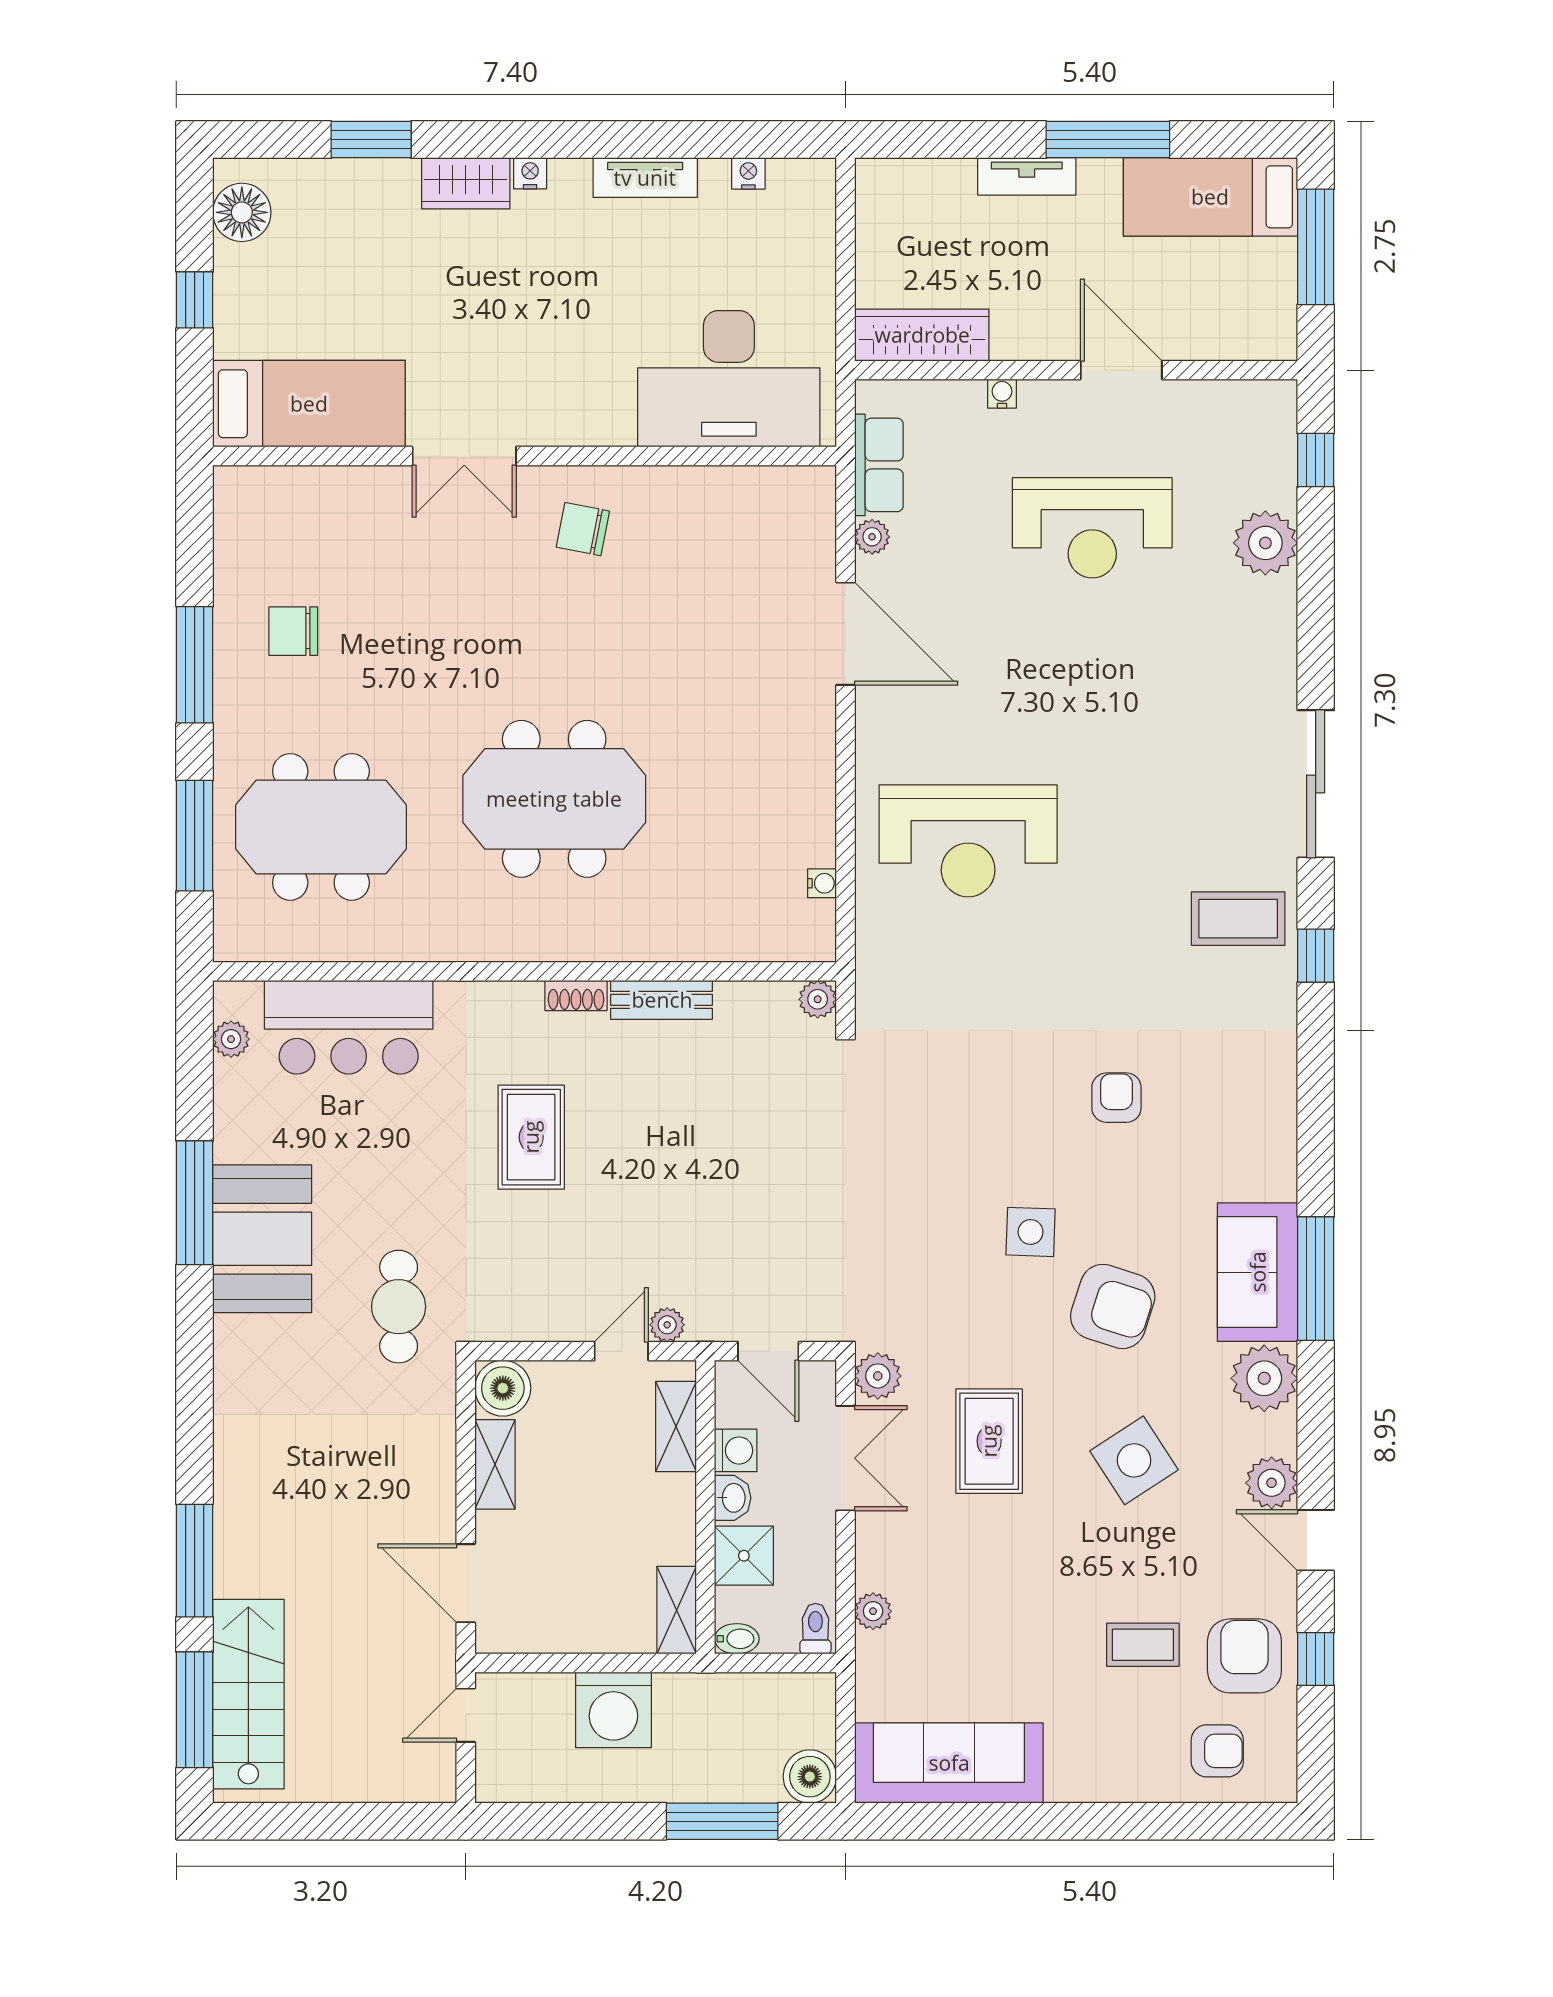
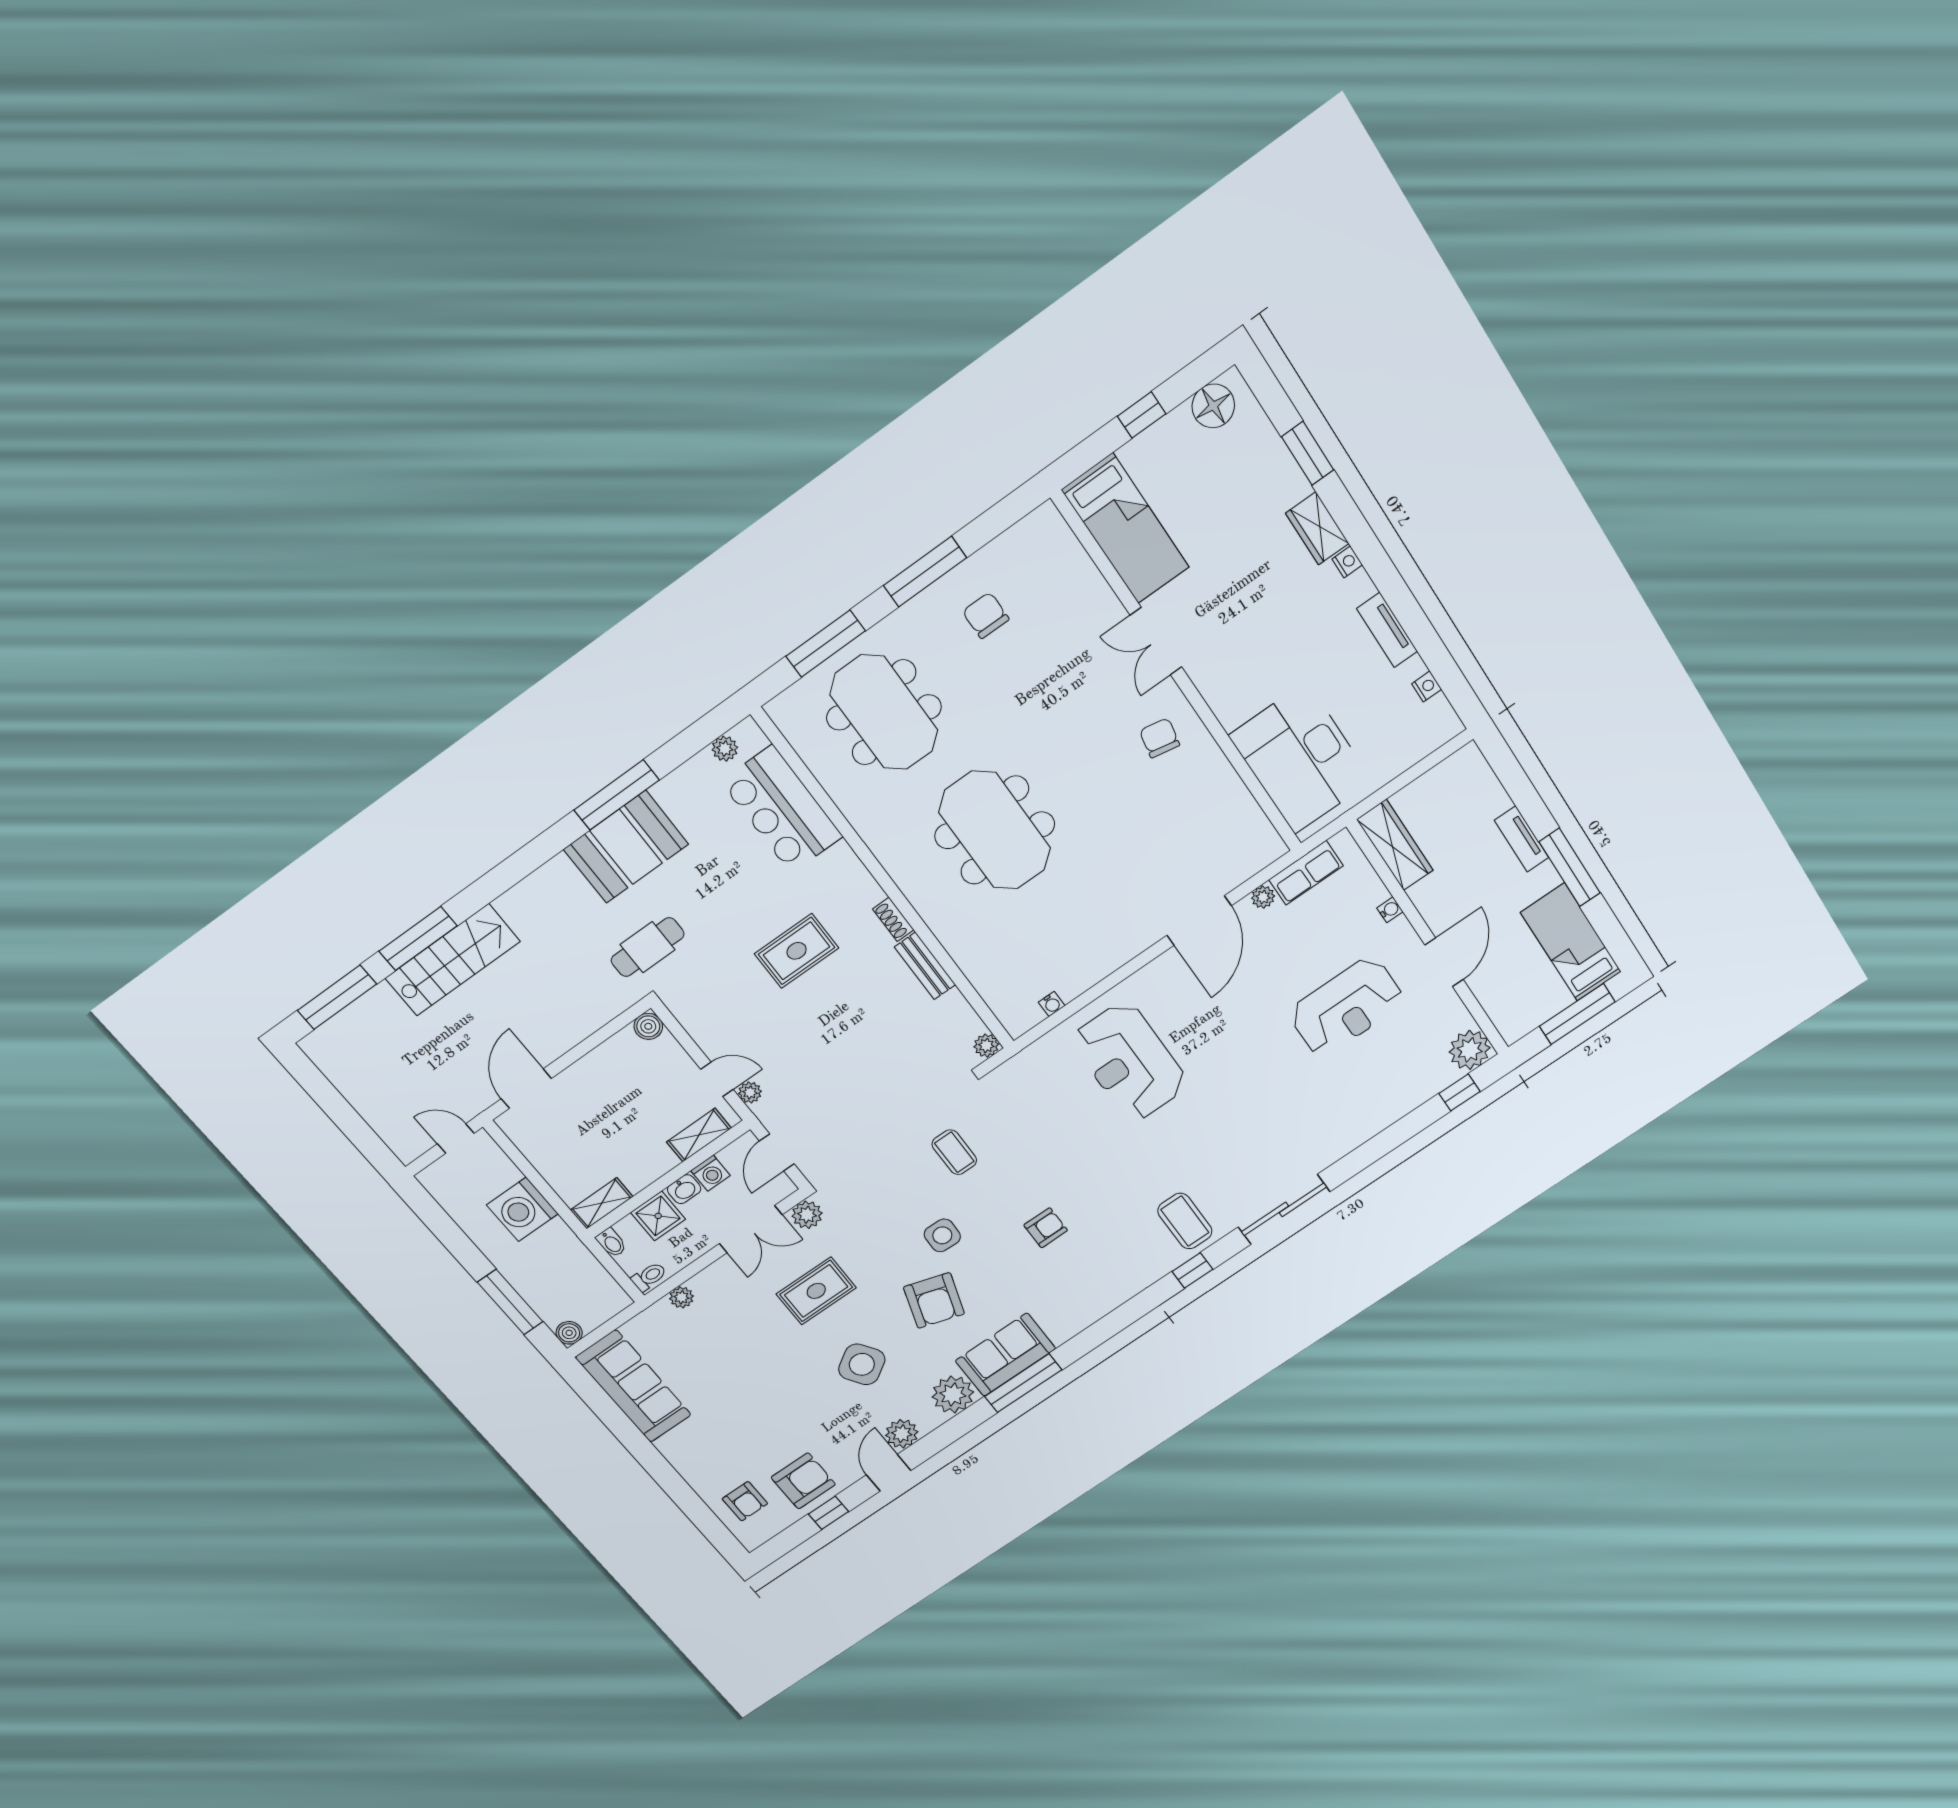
reception desk: (1092, 528) -> (1346, 1007), turned -90
plant: (1265, 543) -> (1470, 1050), moved
boiler: (503, 1388) -> (648, 1026), width x0.73, depth x0.73
shelving: (495, 1464) -> (603, 1058), removed
coffee table: (1143, 1645) -> (954, 1152), moved
stairs: (248, 1694) -> (453, 960), moved
boiler: (810, 1777) -> (569, 1333), width x0.73, depth x0.73

